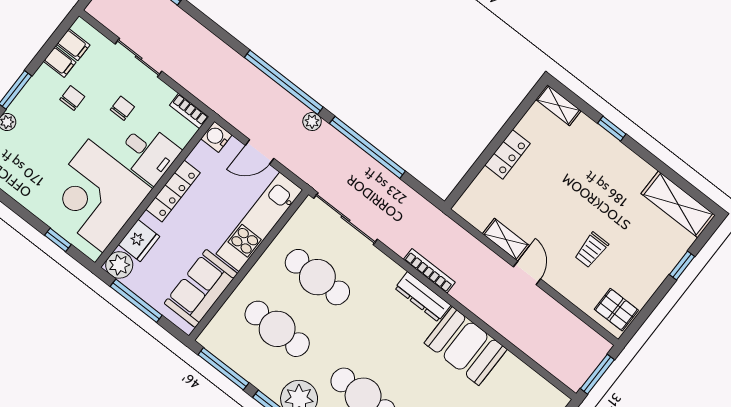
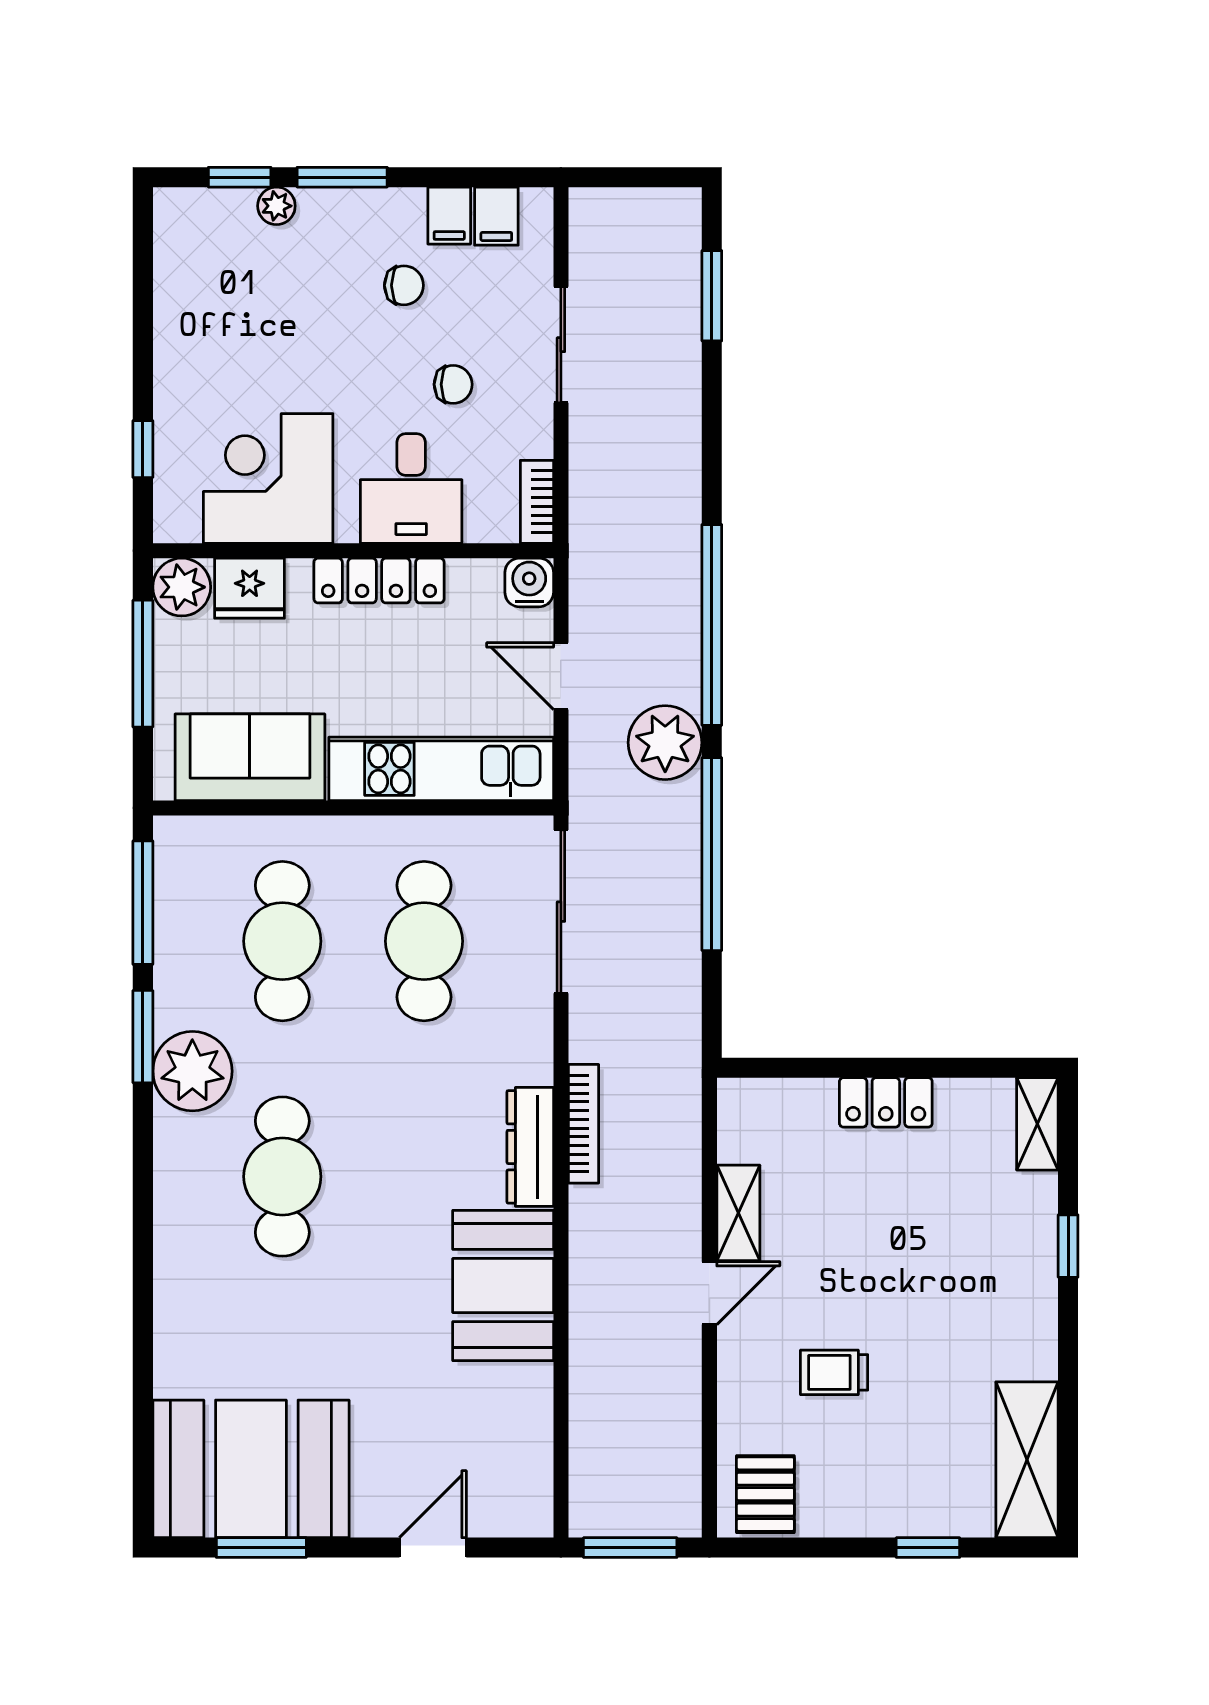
plant: (312, 122) -> (665, 743), width x1.88, depth x1.88
corner desk: (96, 196) -> (268, 478), width x0.74, depth x0.74

